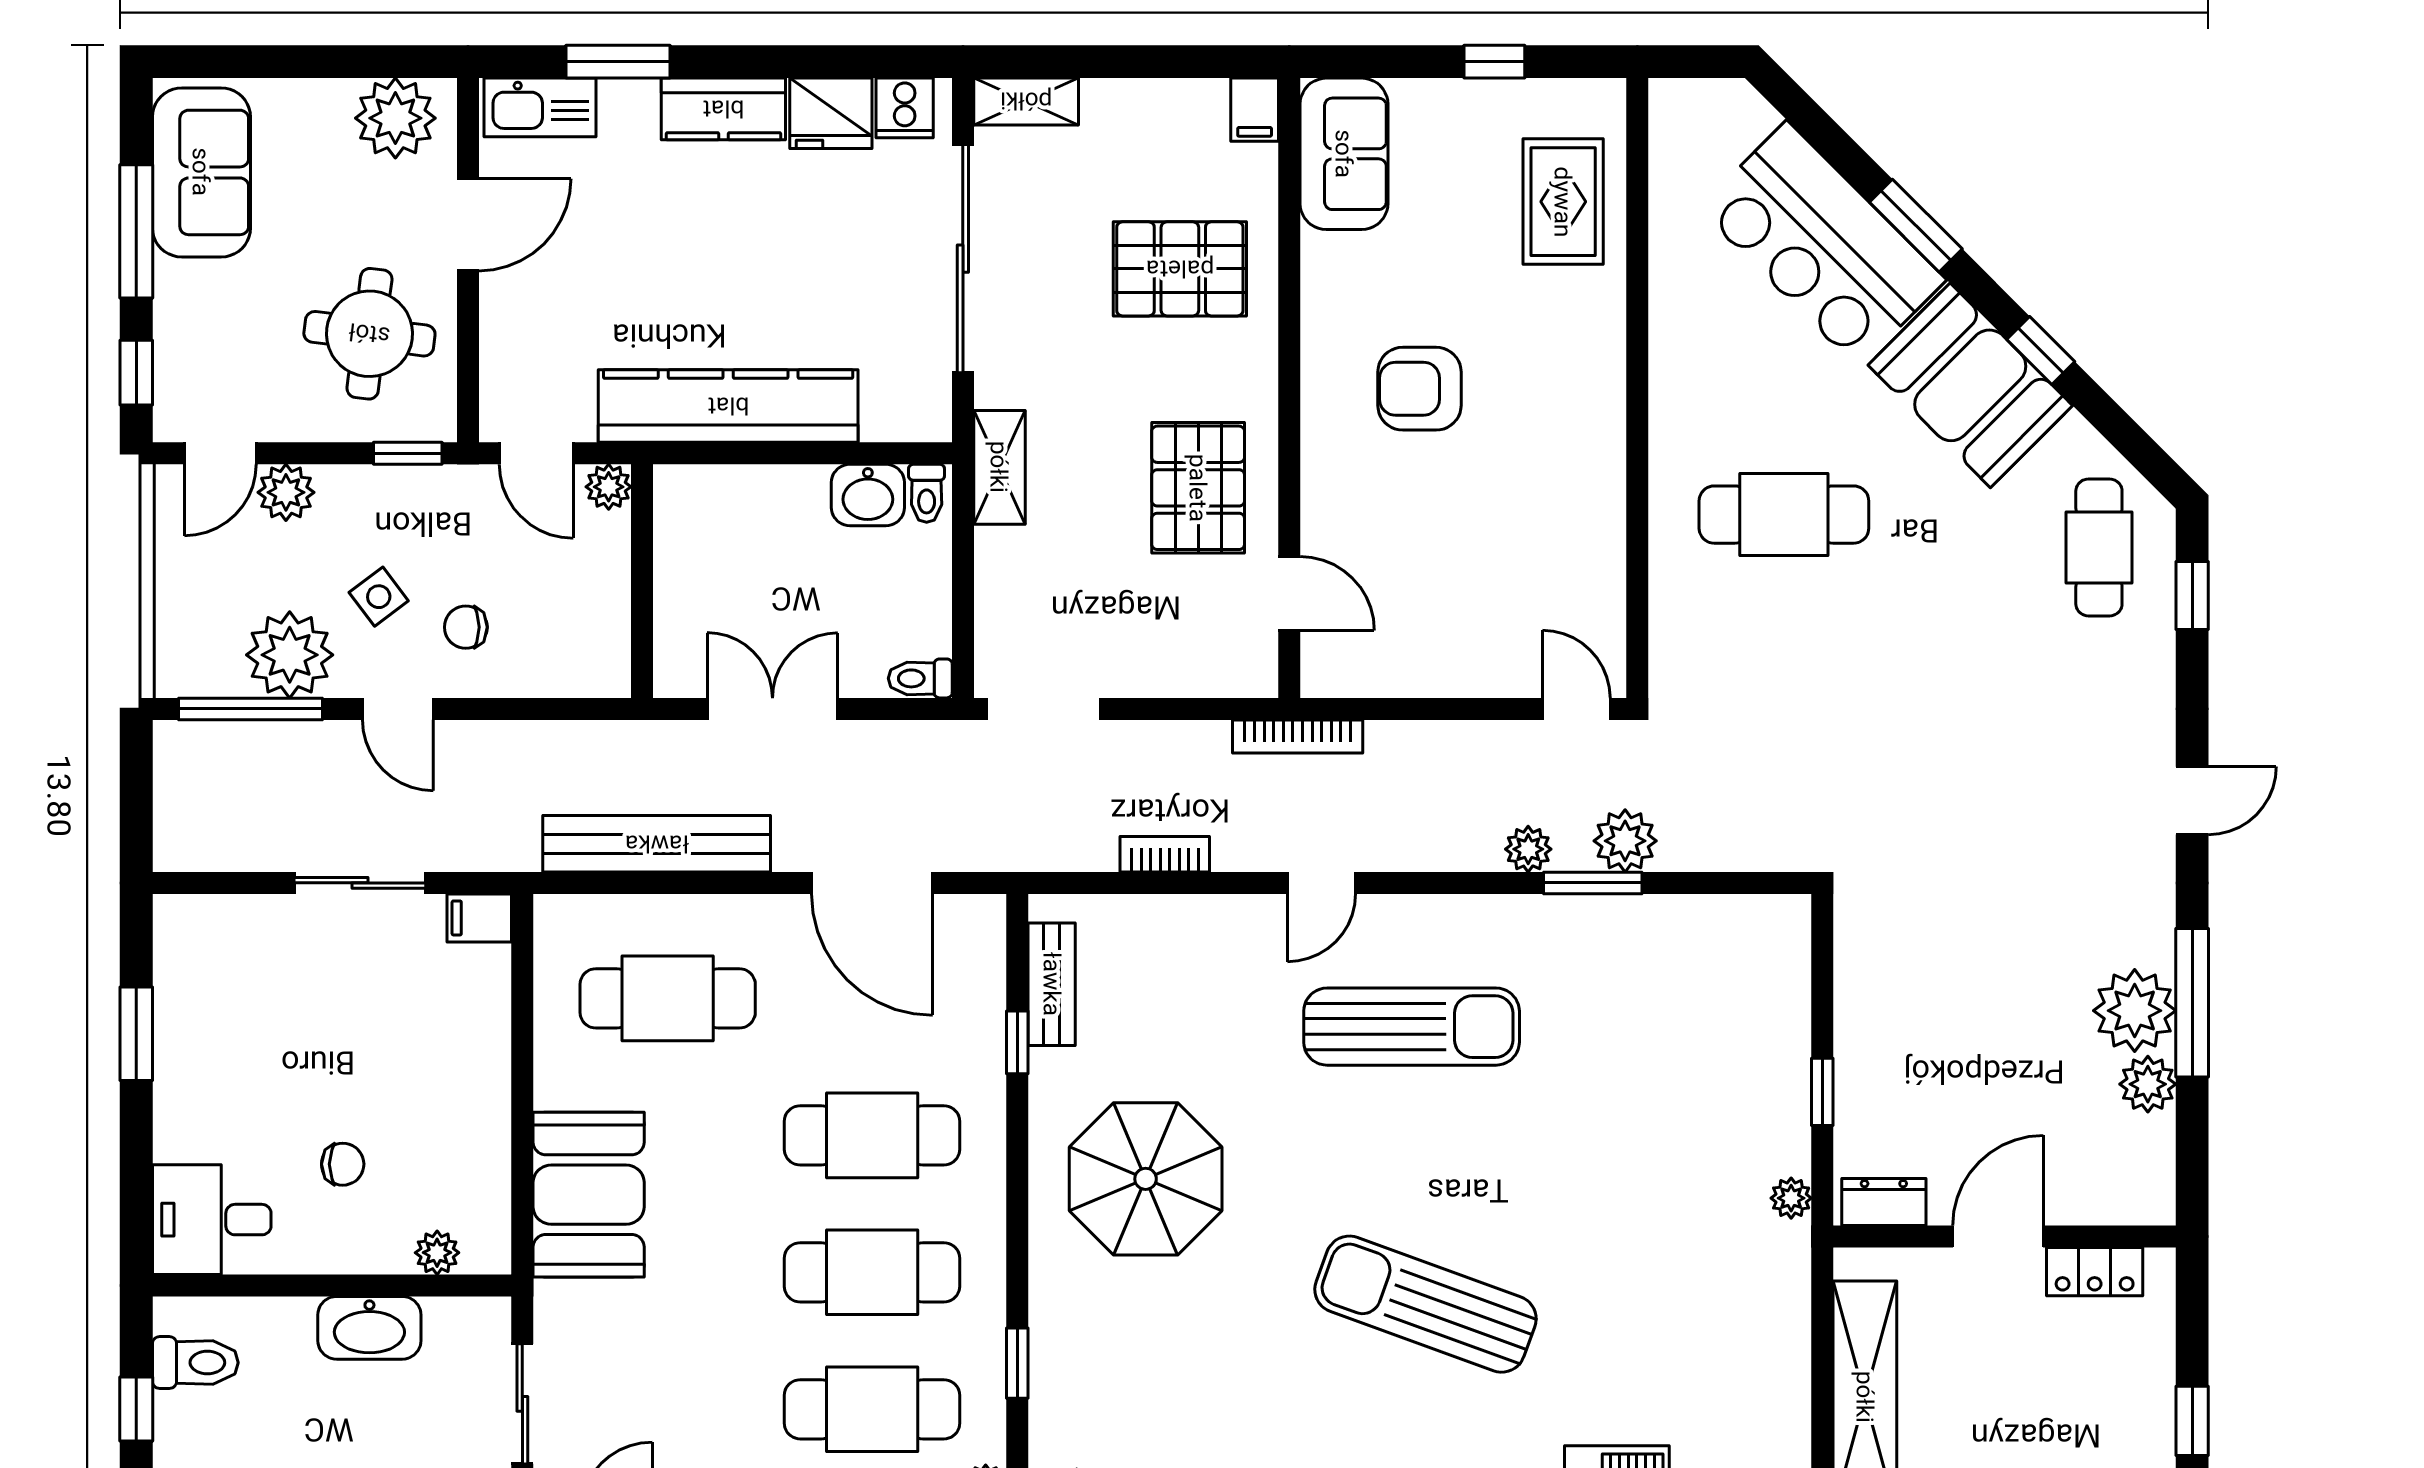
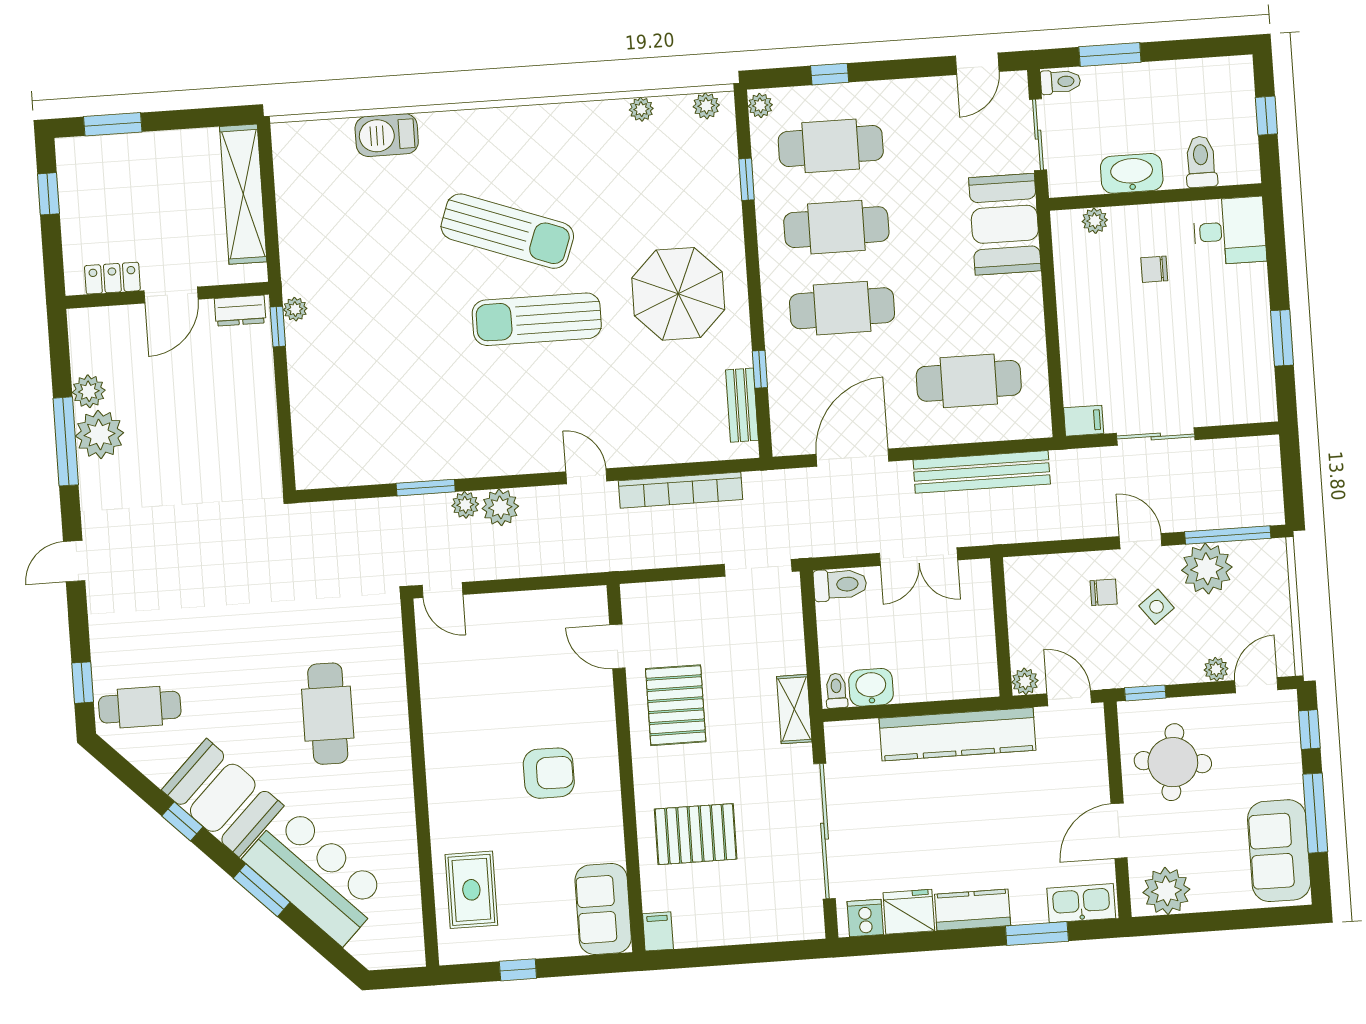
shelving: (1026, 101) -> (794, 927), removed
plant: (286, 492) -> (1216, 669), width x0.73, depth x0.73
cafe table: (1784, 515) -> (328, 714), turned 90
cafe table: (2099, 547) -> (140, 707), turned 90
toilet: (920, 678) -> (840, 585), width x1.37, depth x1.39
bookcase: (1298, 736) -> (607, 562), removed
plant: (1625, 841) -> (500, 507), moved
bookcase: (1165, 854) -> (681, 490), width x2.31, depth x1.31
door: (872, 883) -> (853, 458), hinge flipped
door: (1321, 883) -> (586, 476), hinge flipped
sun lounger: (1412, 1027) -> (537, 319), moved
window: (1822, 1092) -> (278, 327), moved
booth: (589, 1195) -> (1005, 224), moved
toilet: (195, 1363) -> (1201, 162), moved, turned 90

